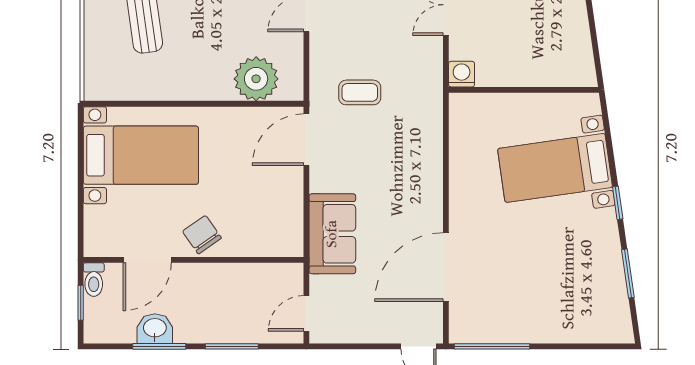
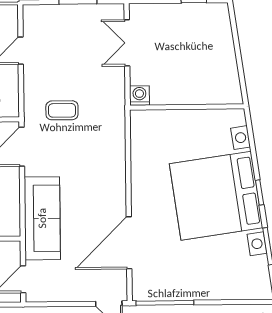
bed with nightstands: (555, 168) -> (216, 196), width x1.85
sofa: (332, 234) -> (42, 218), width x1.36

